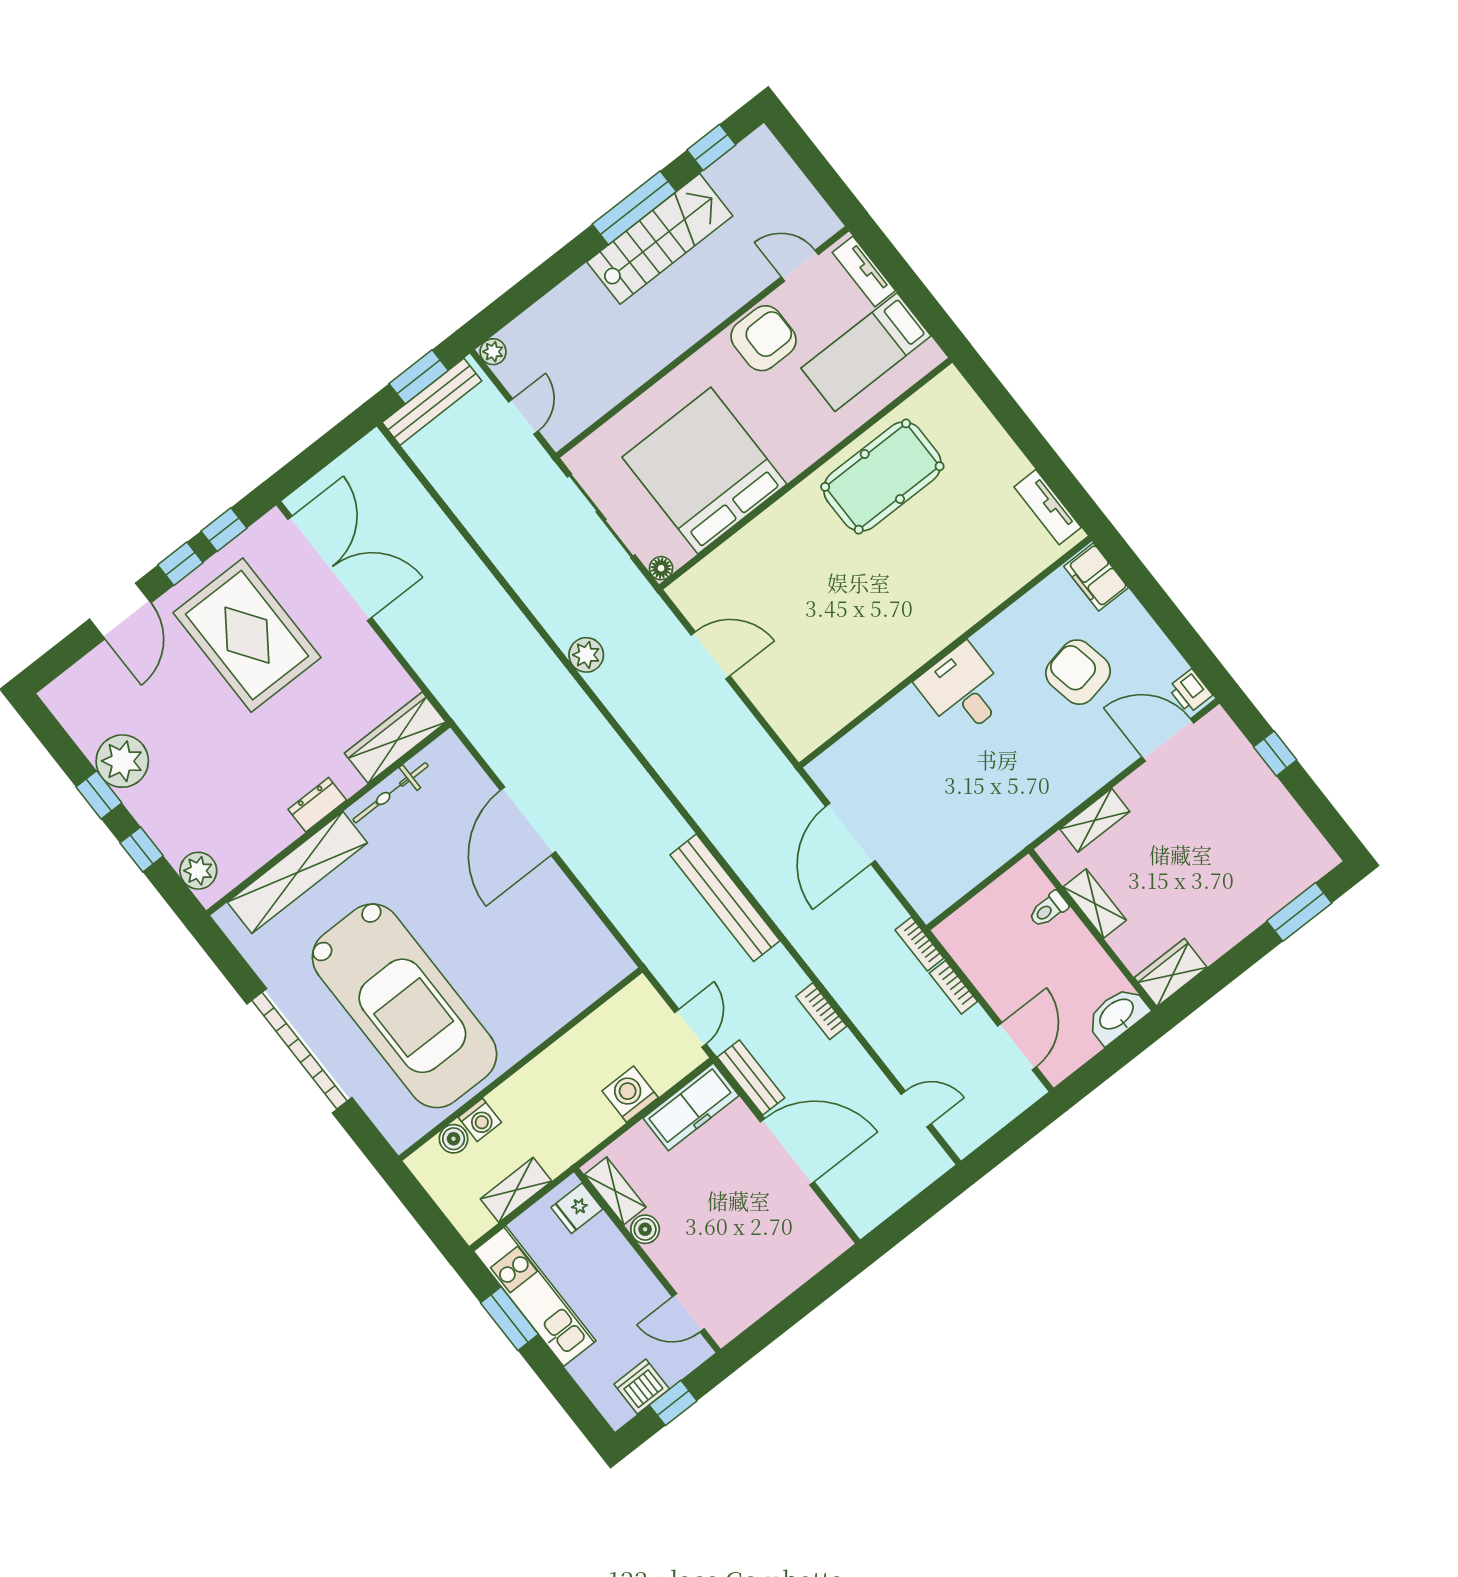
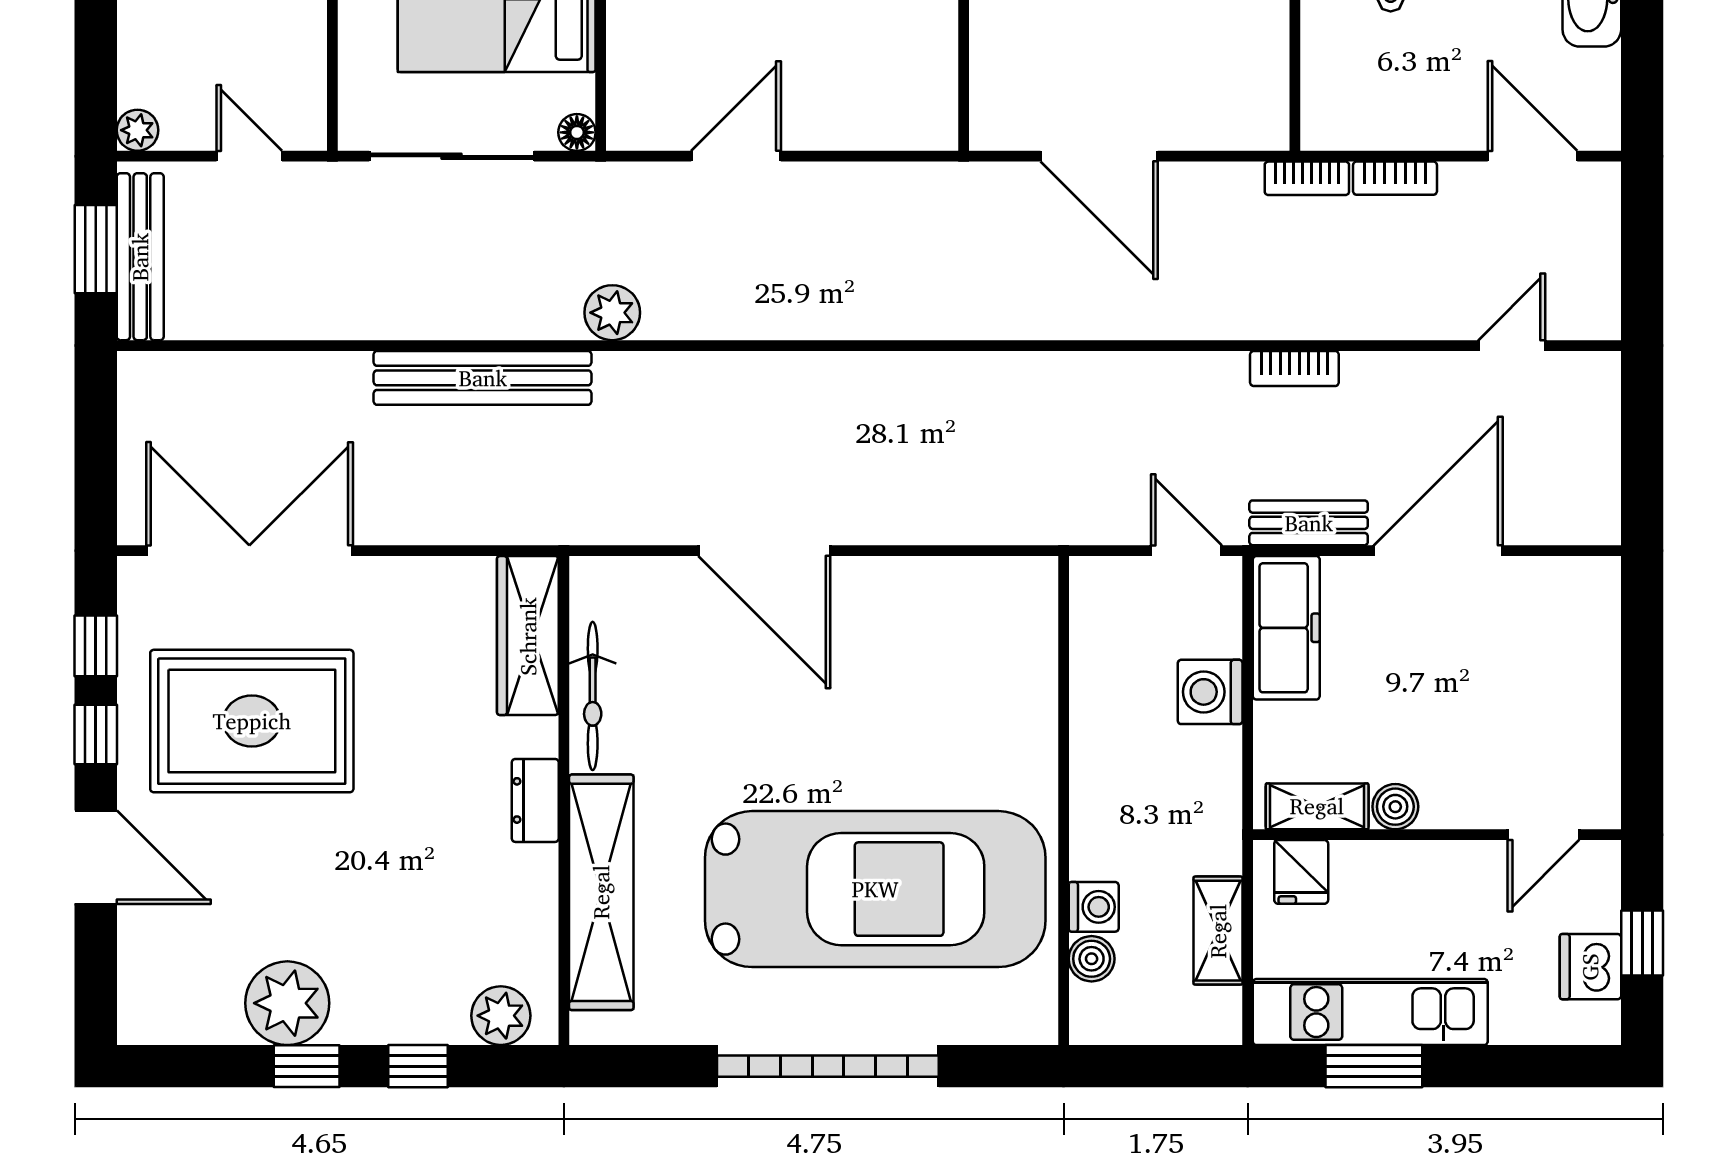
bench: (725, 898) -> (483, 378), moved

